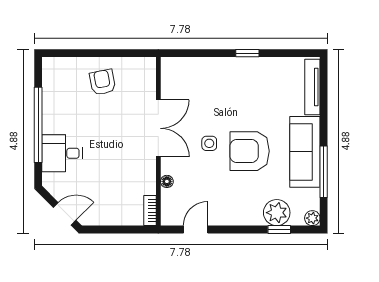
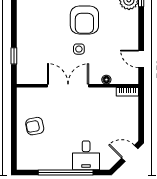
window: (247, 53) -> (14, 56), moved
door: (65, 214) -> (130, 153), hinge flipped

